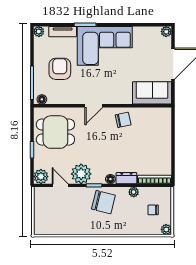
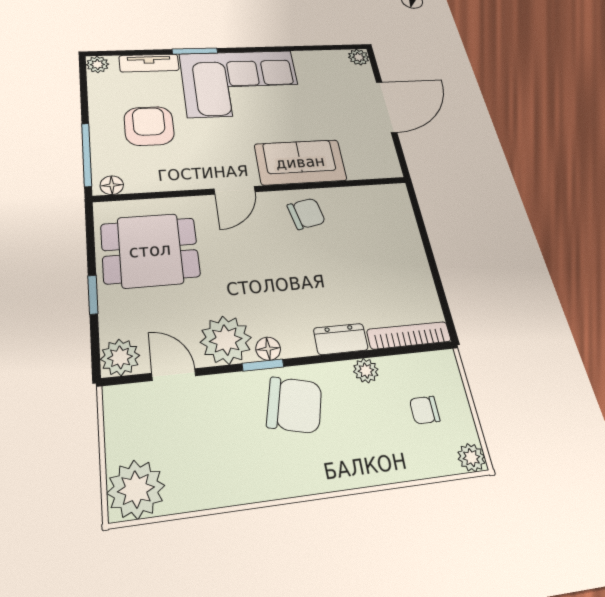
sofa: (152, 93) -> (300, 162), moved
floor lamp: (110, 179) -> (268, 349), moved
plant: (43, 225) -> (136, 489), added

